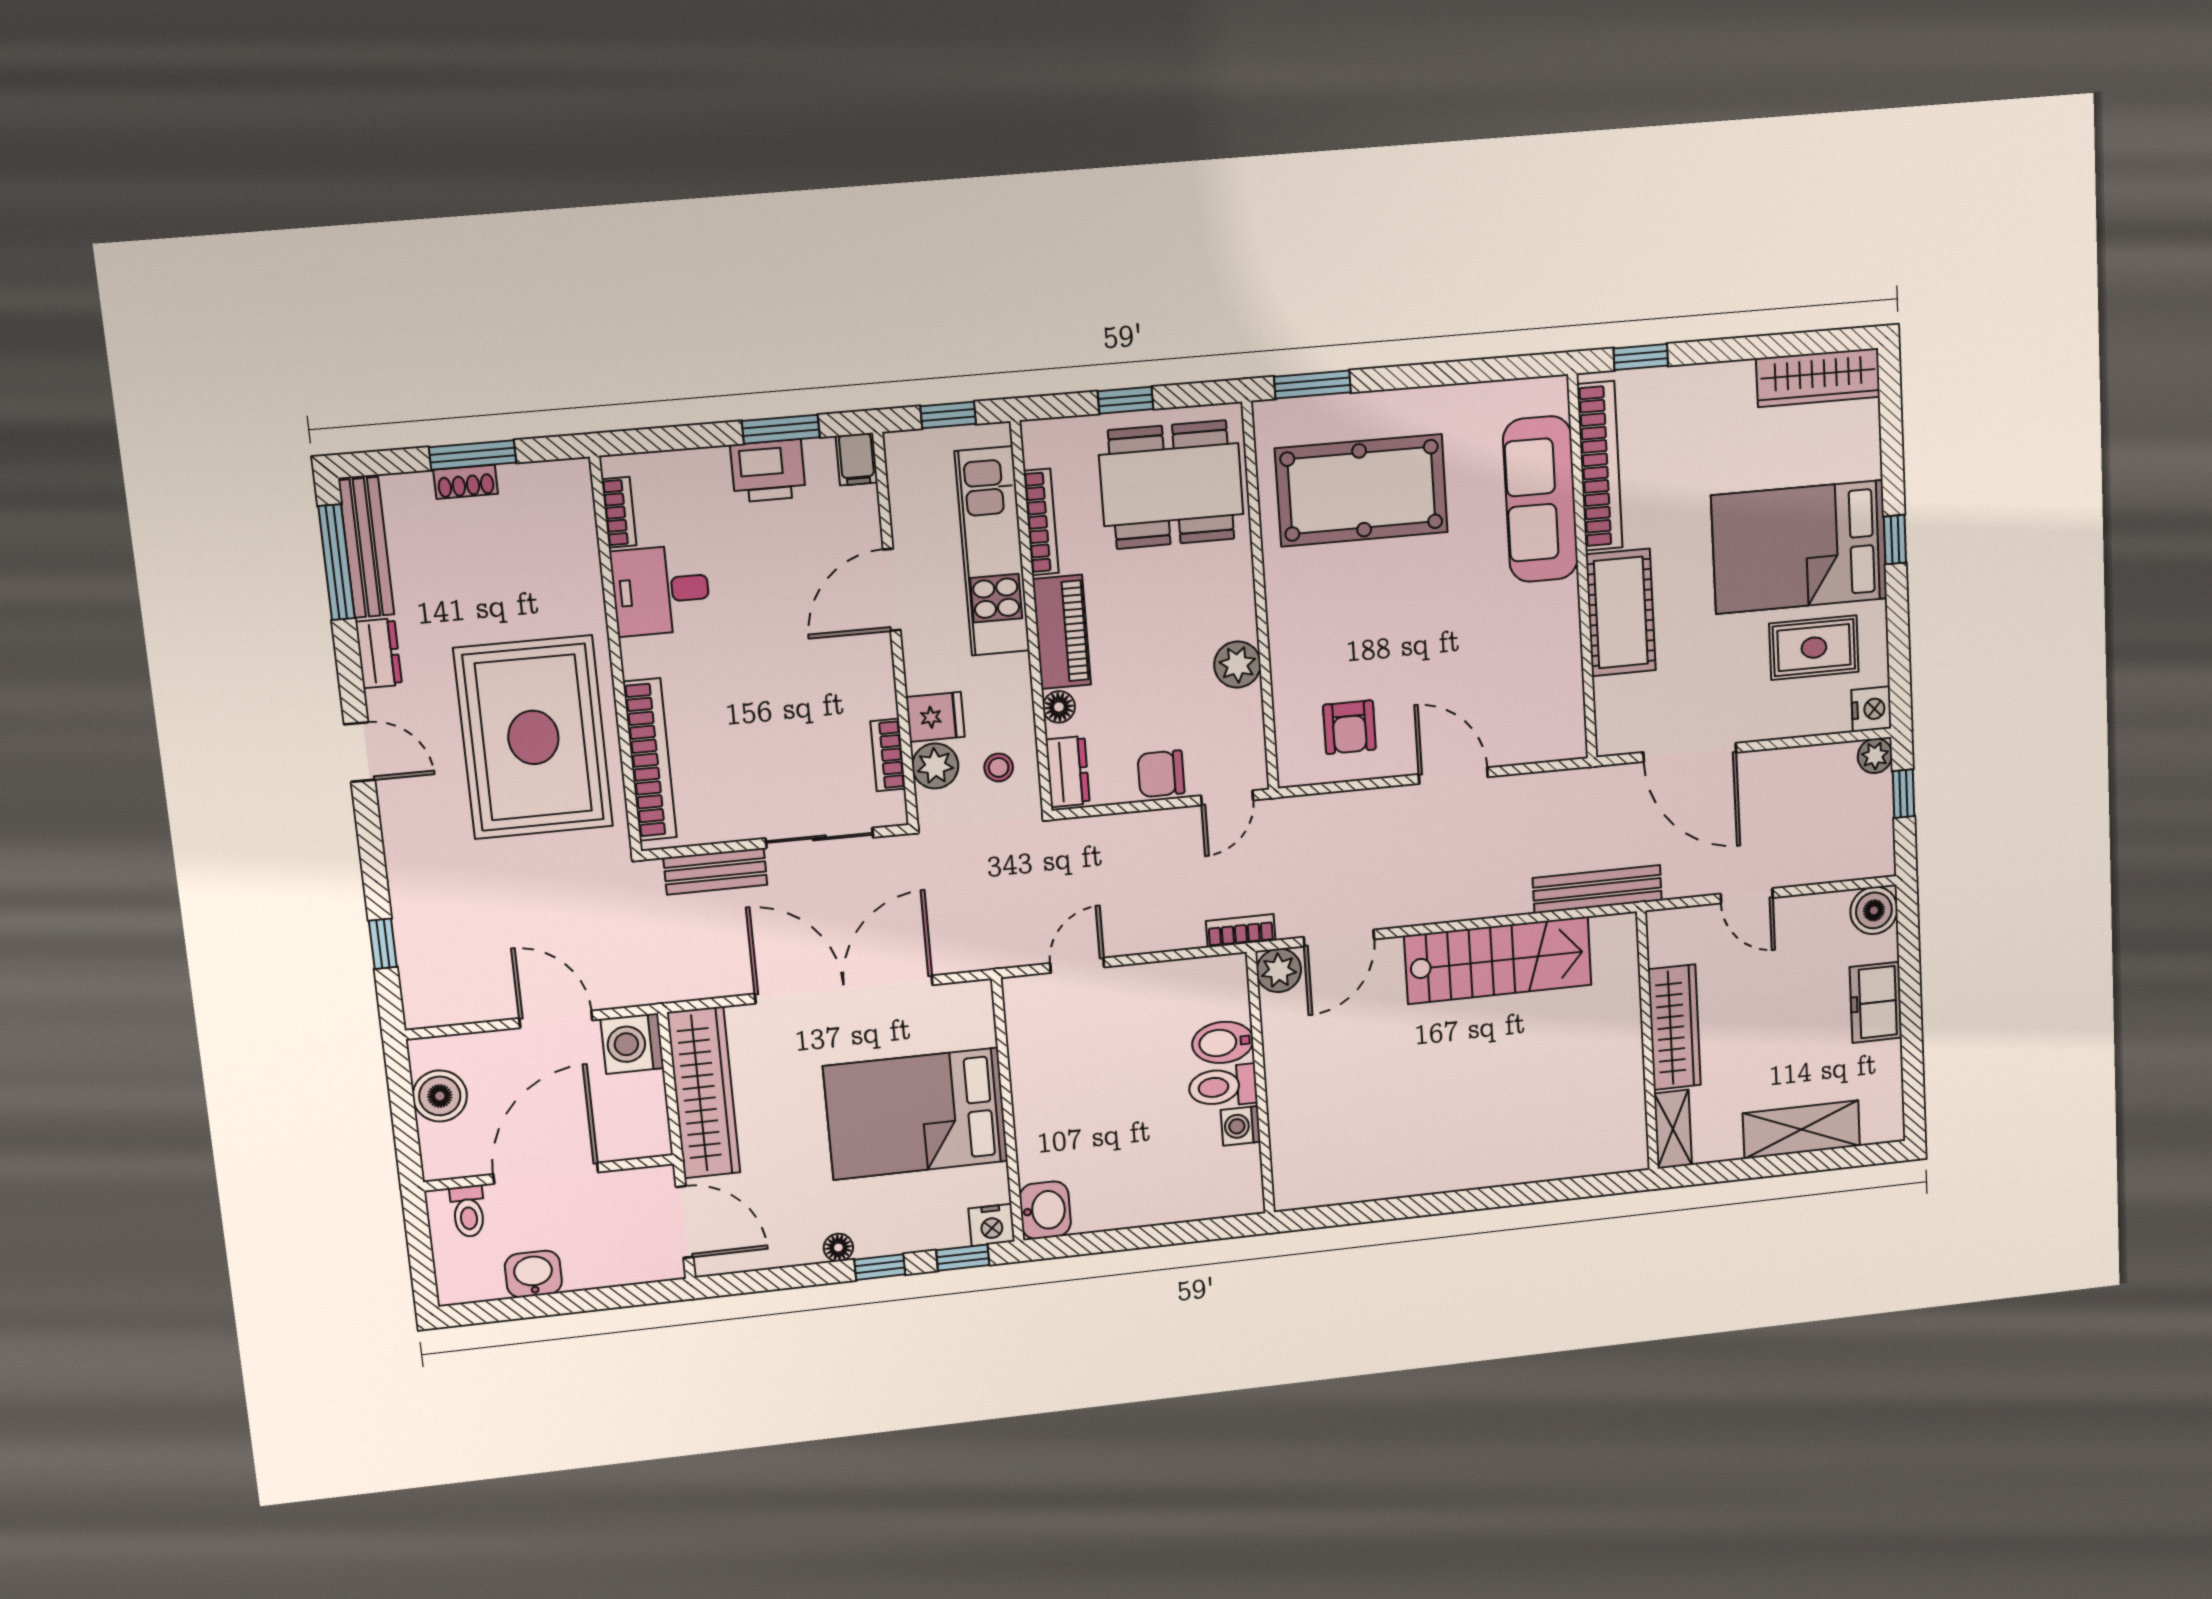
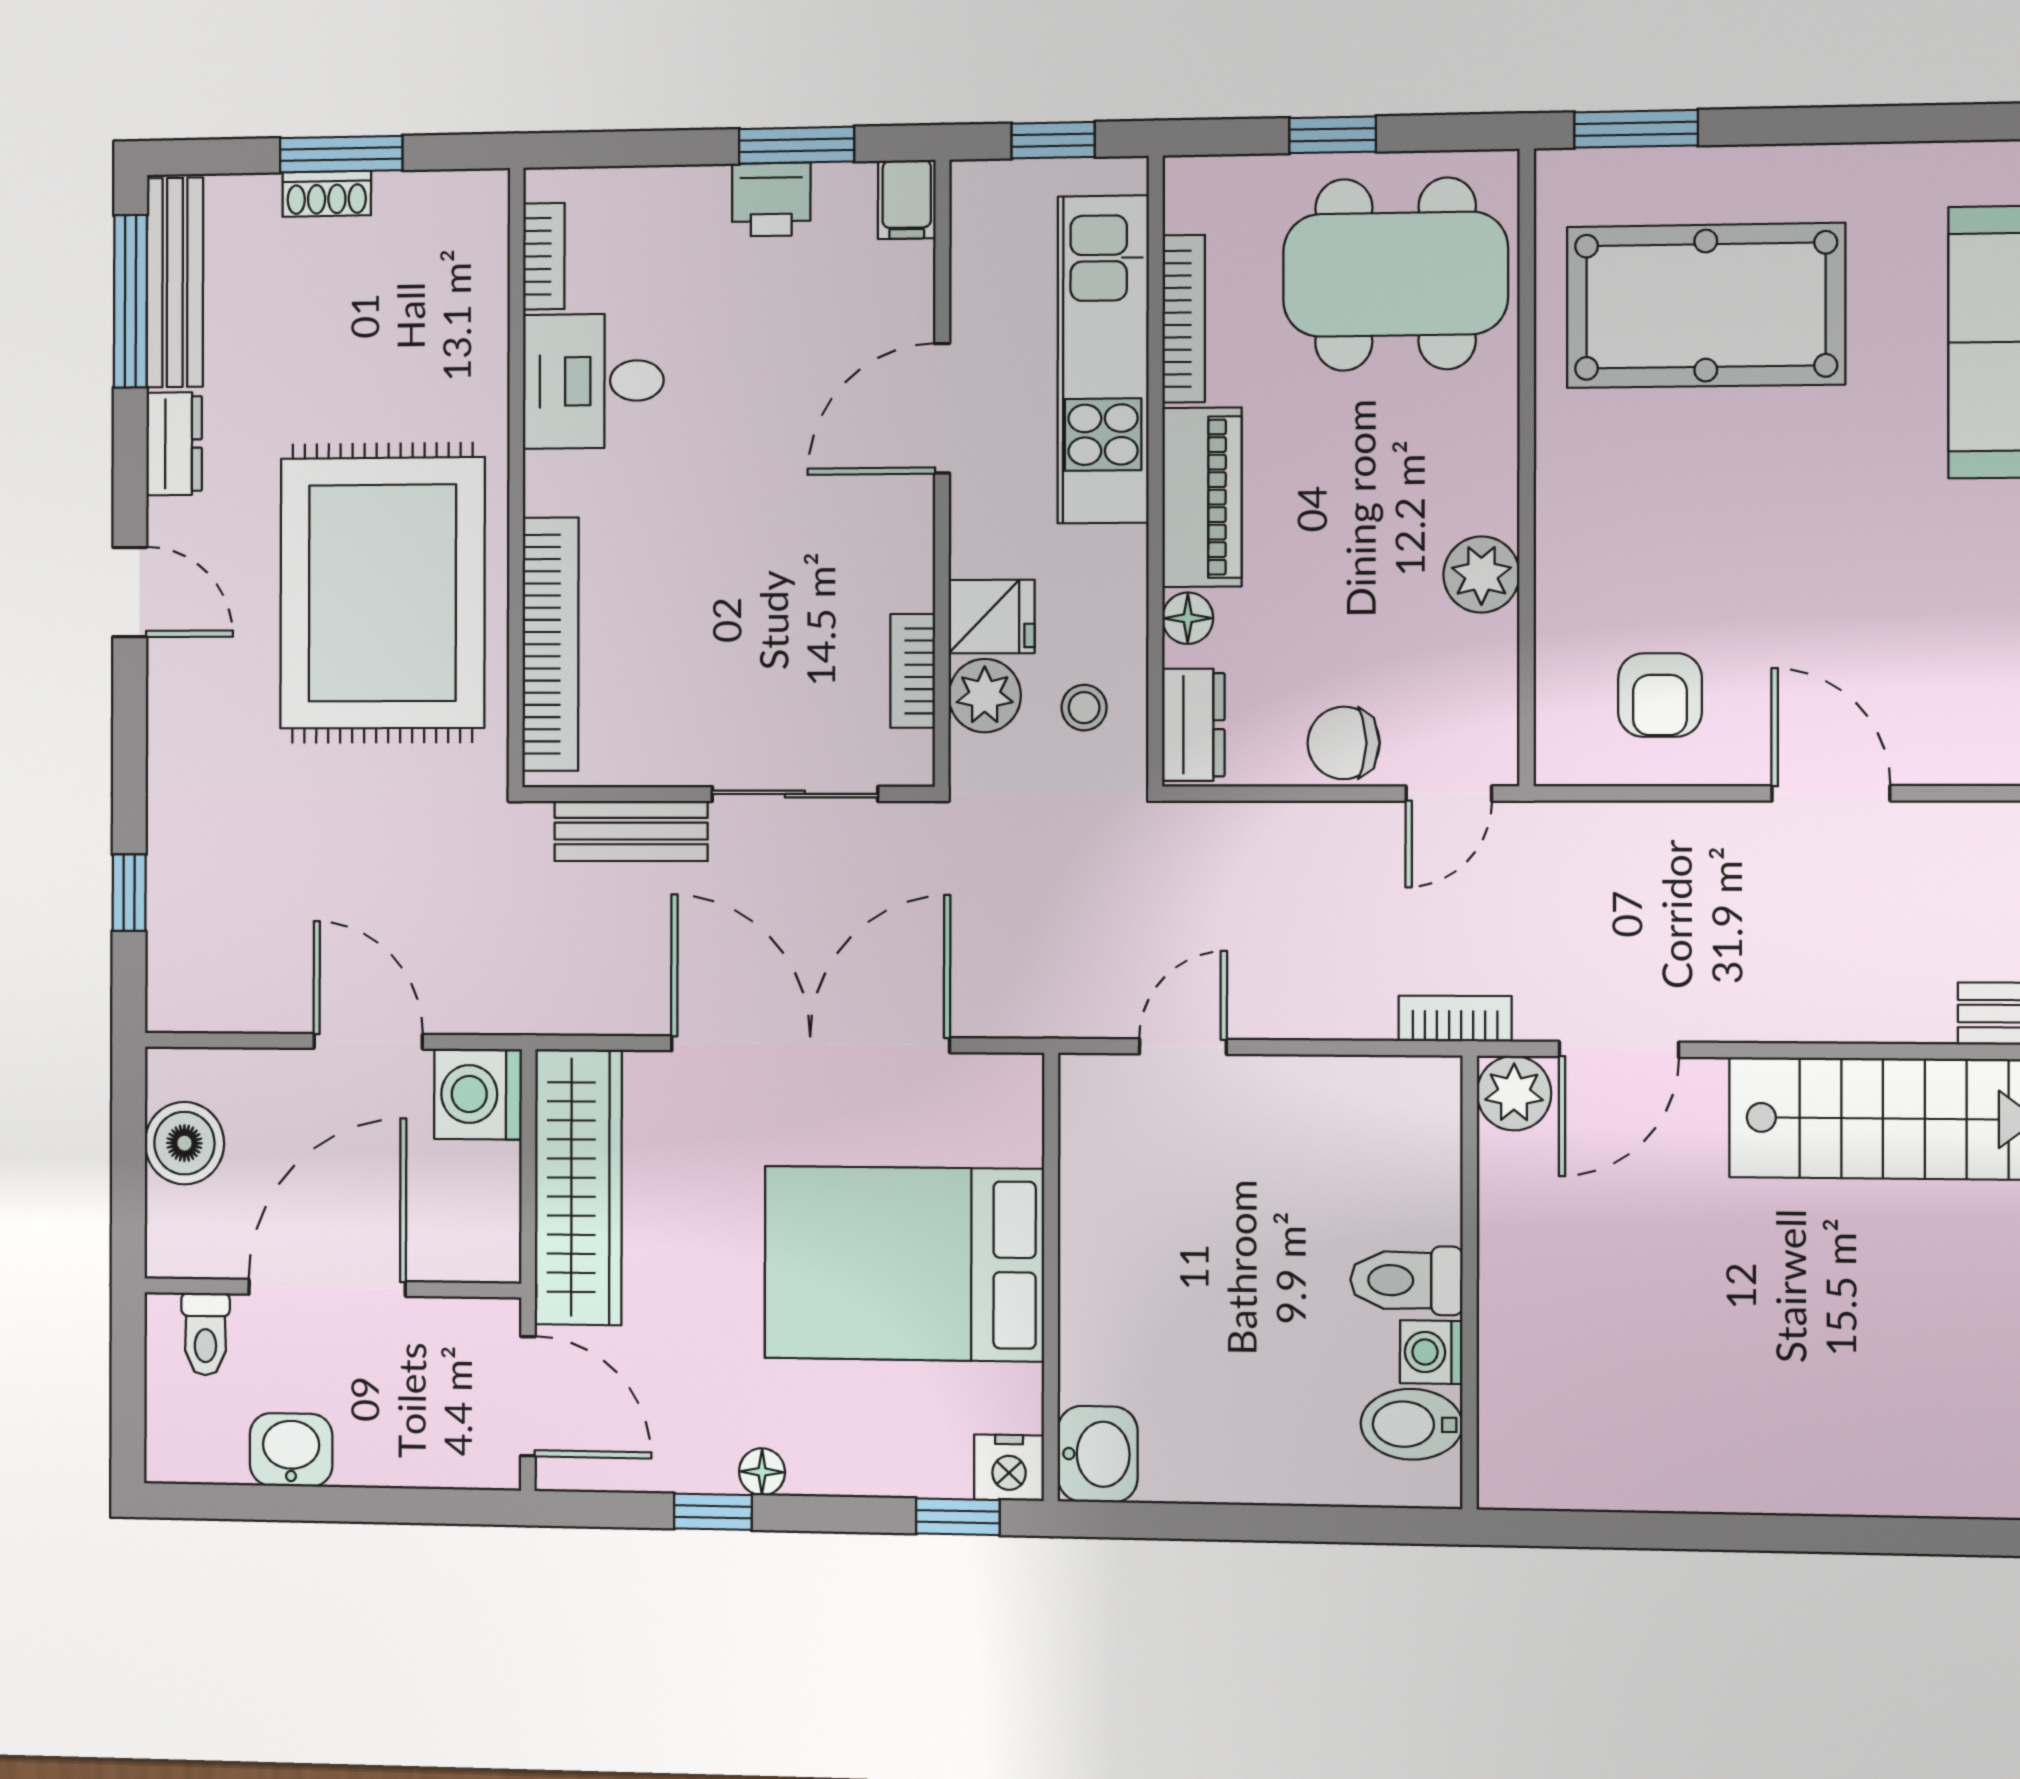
printer: (768, 471) -> (771, 199), width x0.73, depth x0.81
bidet: (1223, 1042) -> (1412, 1424), moved
window: (880, 1267) -> (713, 1512), moved

